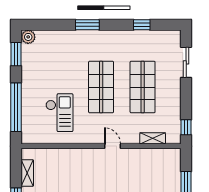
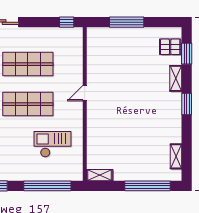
shelving: (153, 138) -> (77, 54), removed
shelving: (27, 173) -> (100, 175), moved

